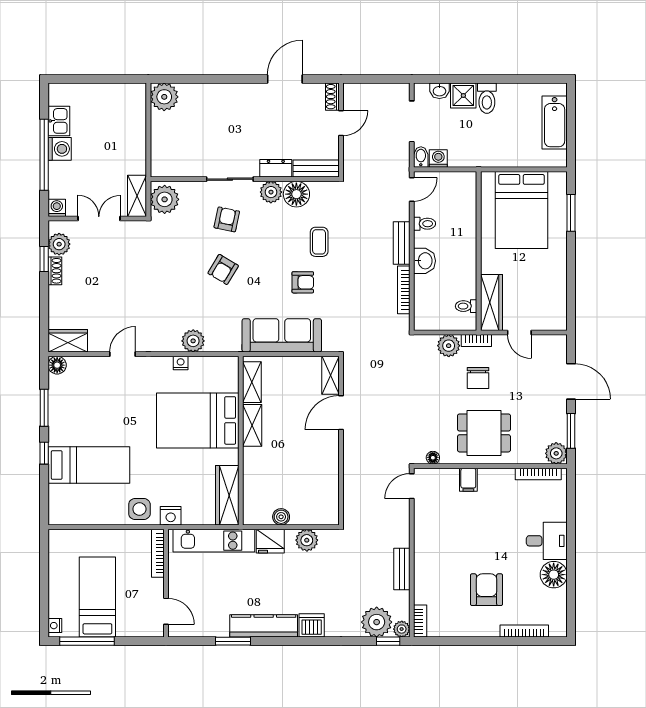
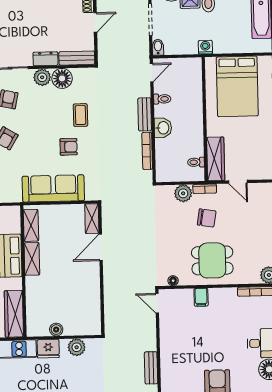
washing machine: (438, 159) -> (205, 47), moved
chair: (478, 378) -> (207, 218), turned -81
door: (412, 486) -> (157, 303), hinge flipped

